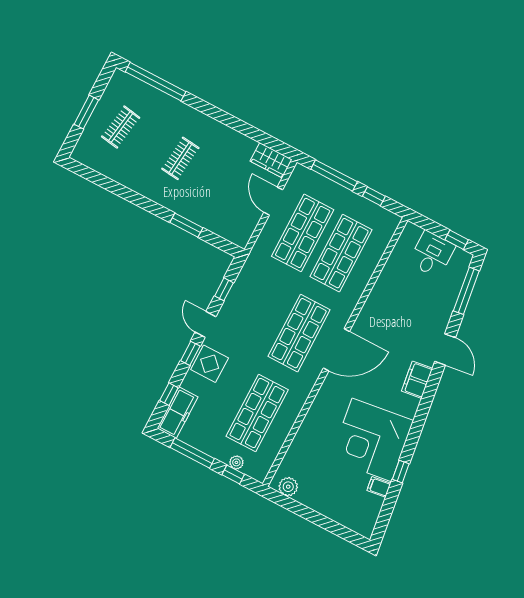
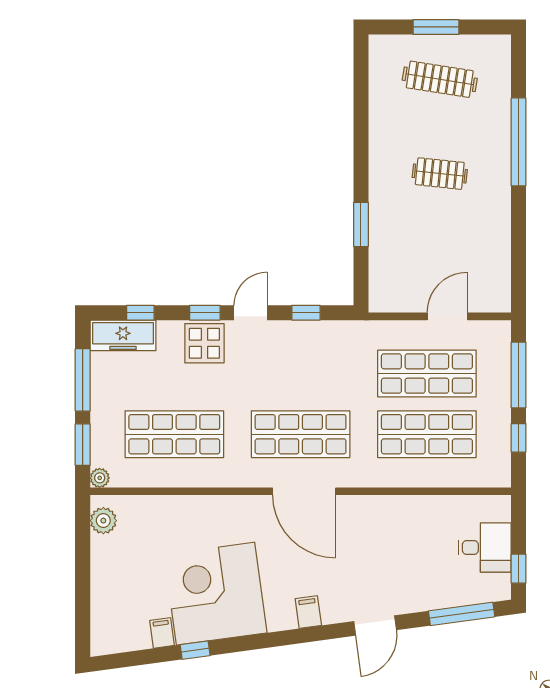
window: (156, 82) -> (519, 142), moved
clothes rail: (121, 127) -> (440, 79), width x1.36
wardrobe: (271, 160) -> (496, 287), removed
filing cabinet: (417, 380) -> (308, 612), width x0.50
plant: (236, 462) -> (100, 478), moved
window: (233, 475) -> (83, 445), width x1.50

